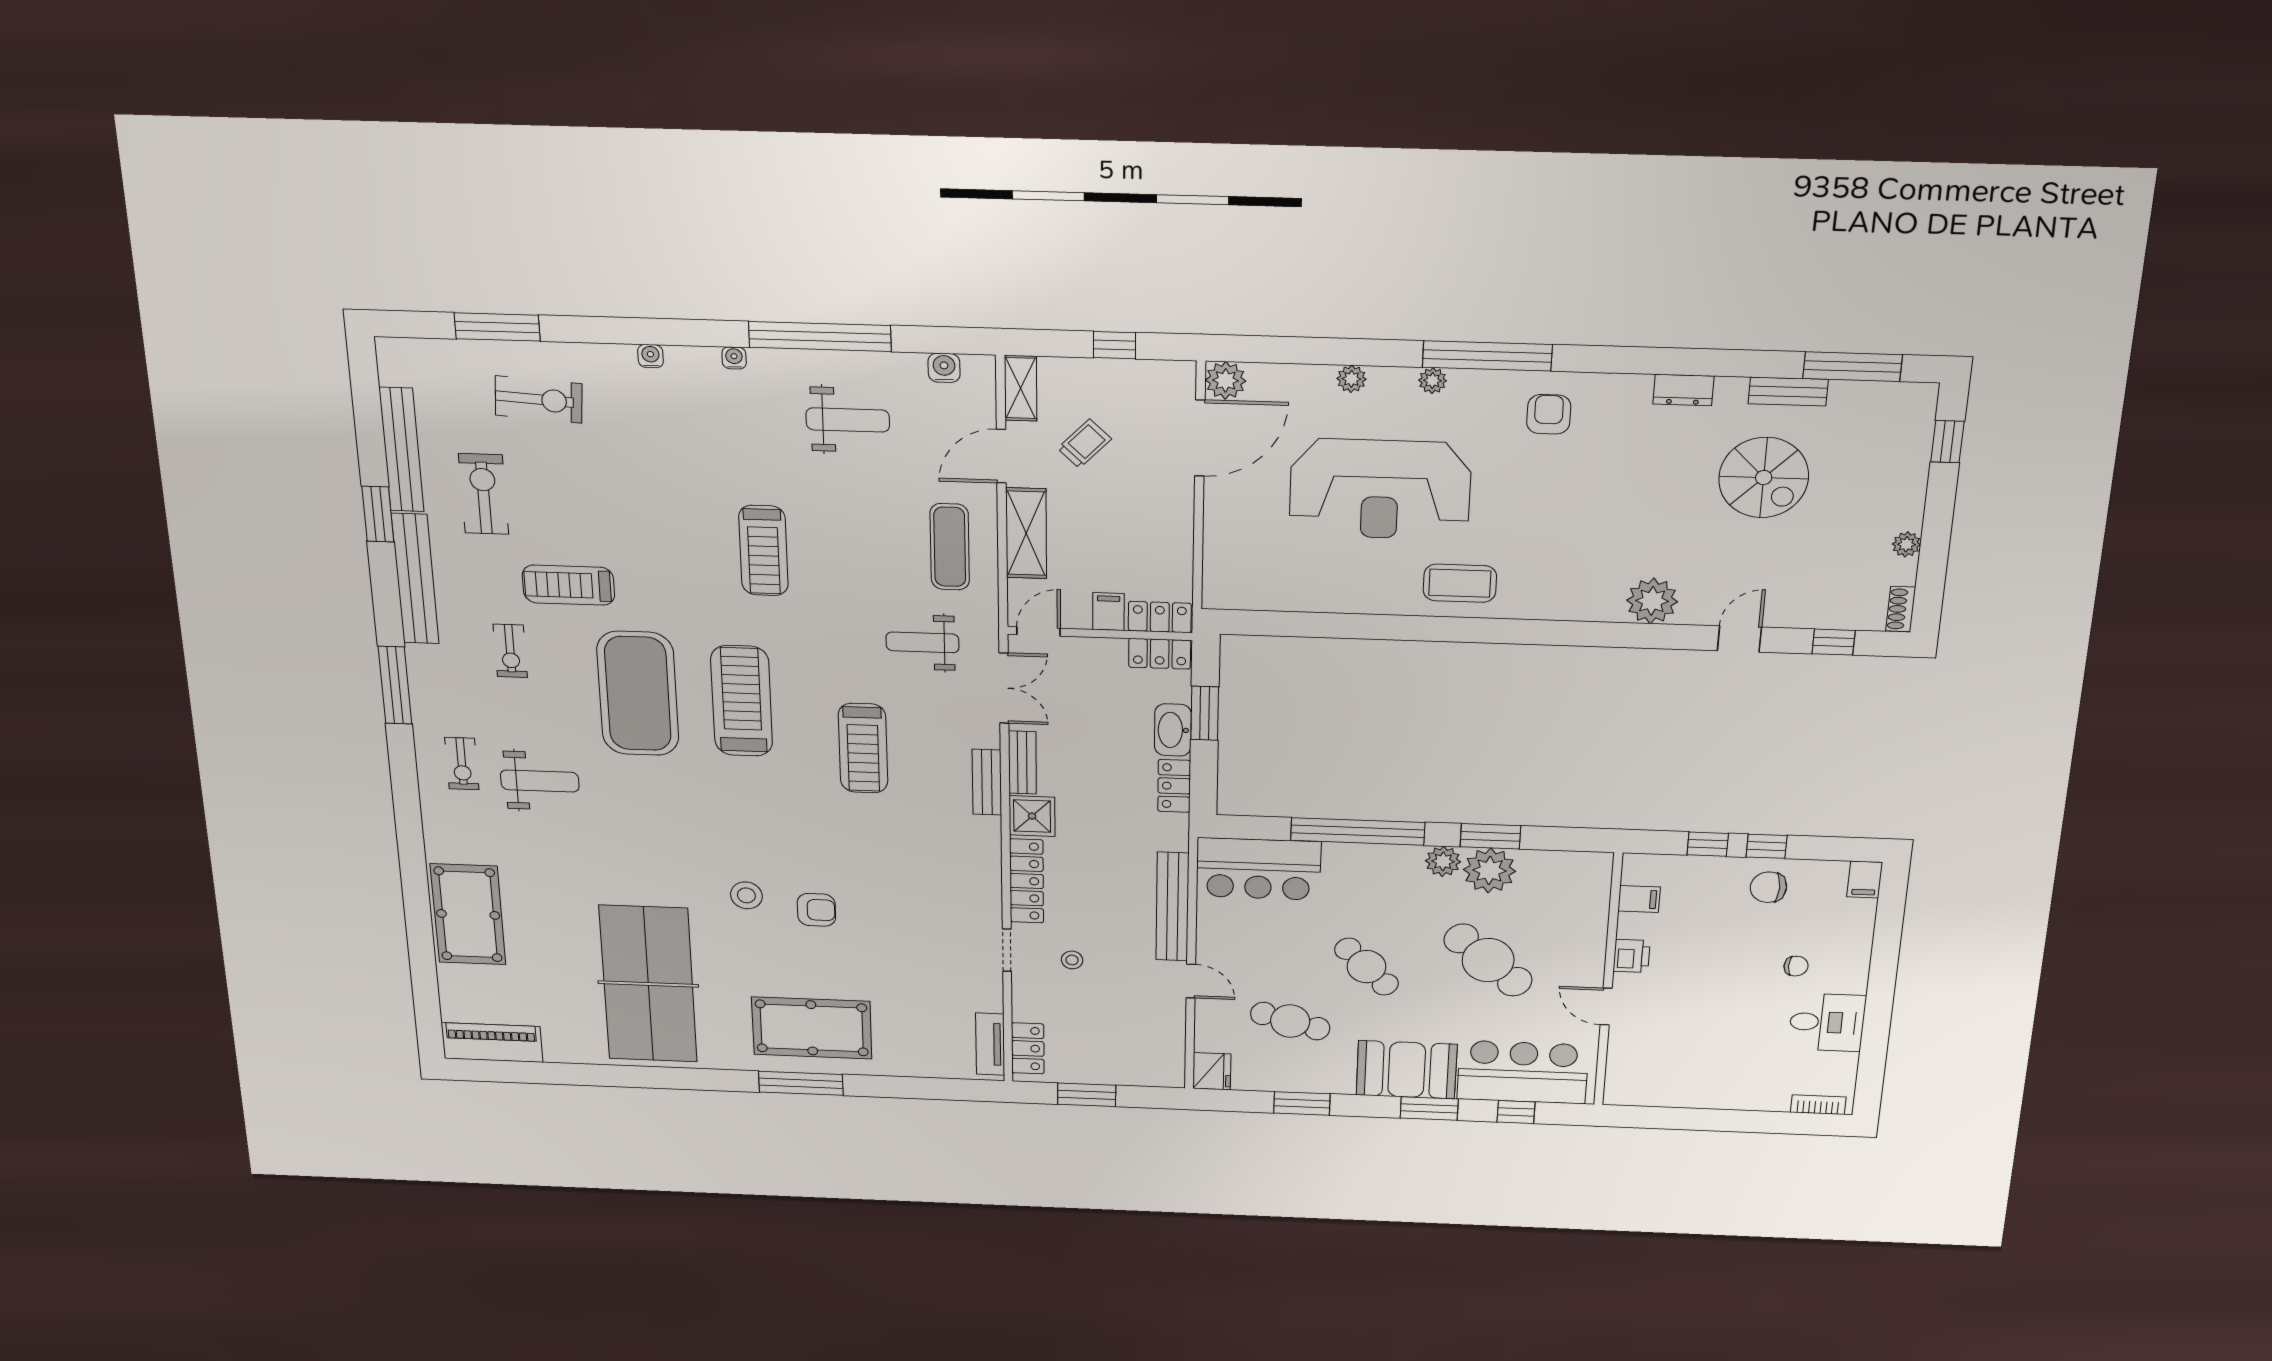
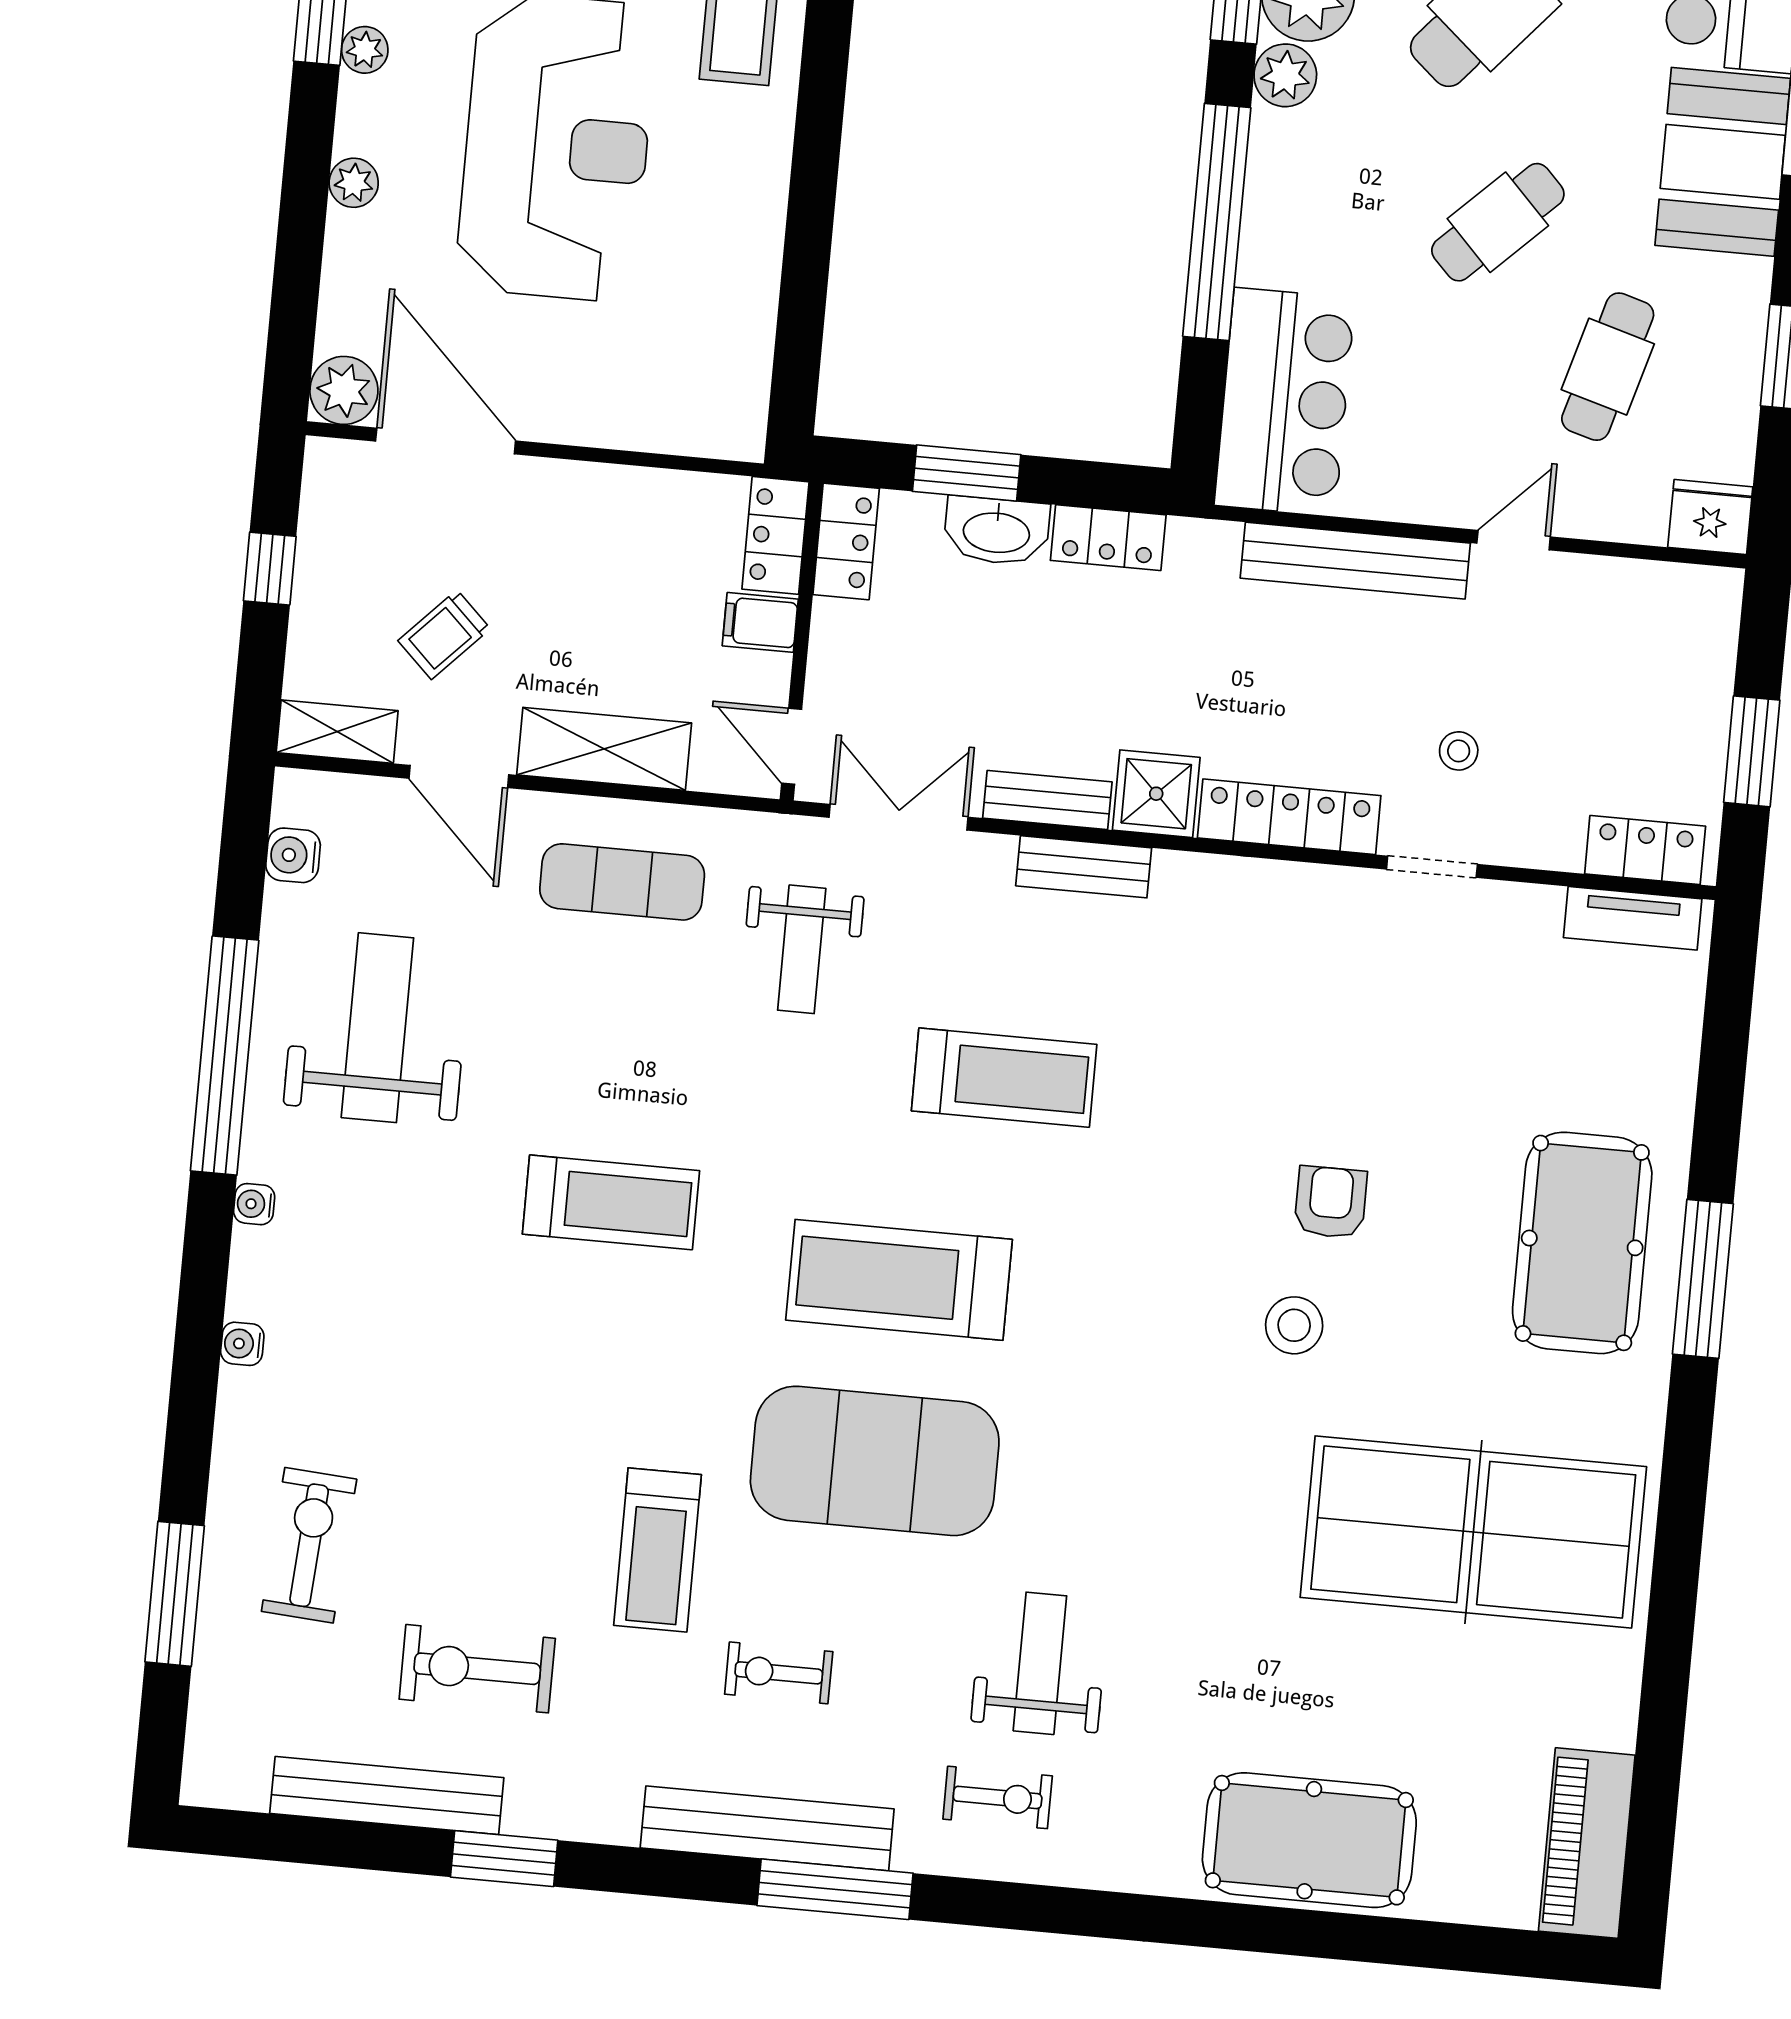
weight bench: (848, 420) -> (377, 1028), width x1.36, depth x1.33
trolley: (1084, 444) -> (444, 635), turned -90
bench: (415, 579) -> (767, 1828), moved
exercise bike: (510, 651) -> (779, 1673), turned 180

